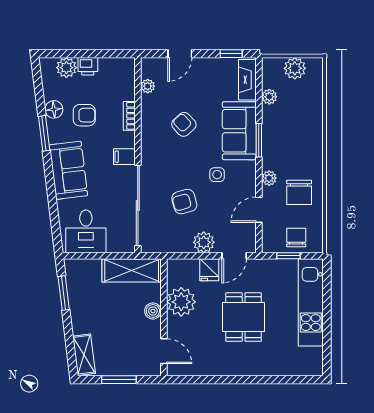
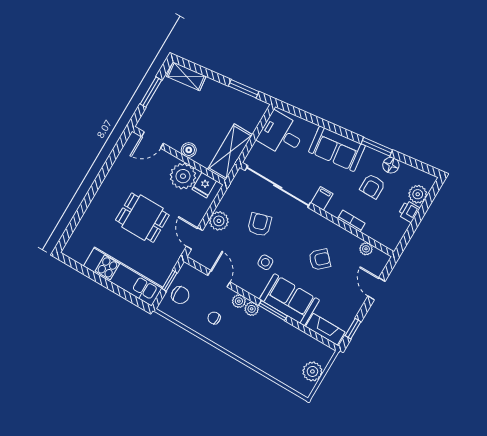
plant: (269, 97) -> (252, 309), moved
chair: (299, 192) -> (214, 318), width x0.54, depth x0.54
fridge: (209, 270) -> (204, 185), moved, turned -90

